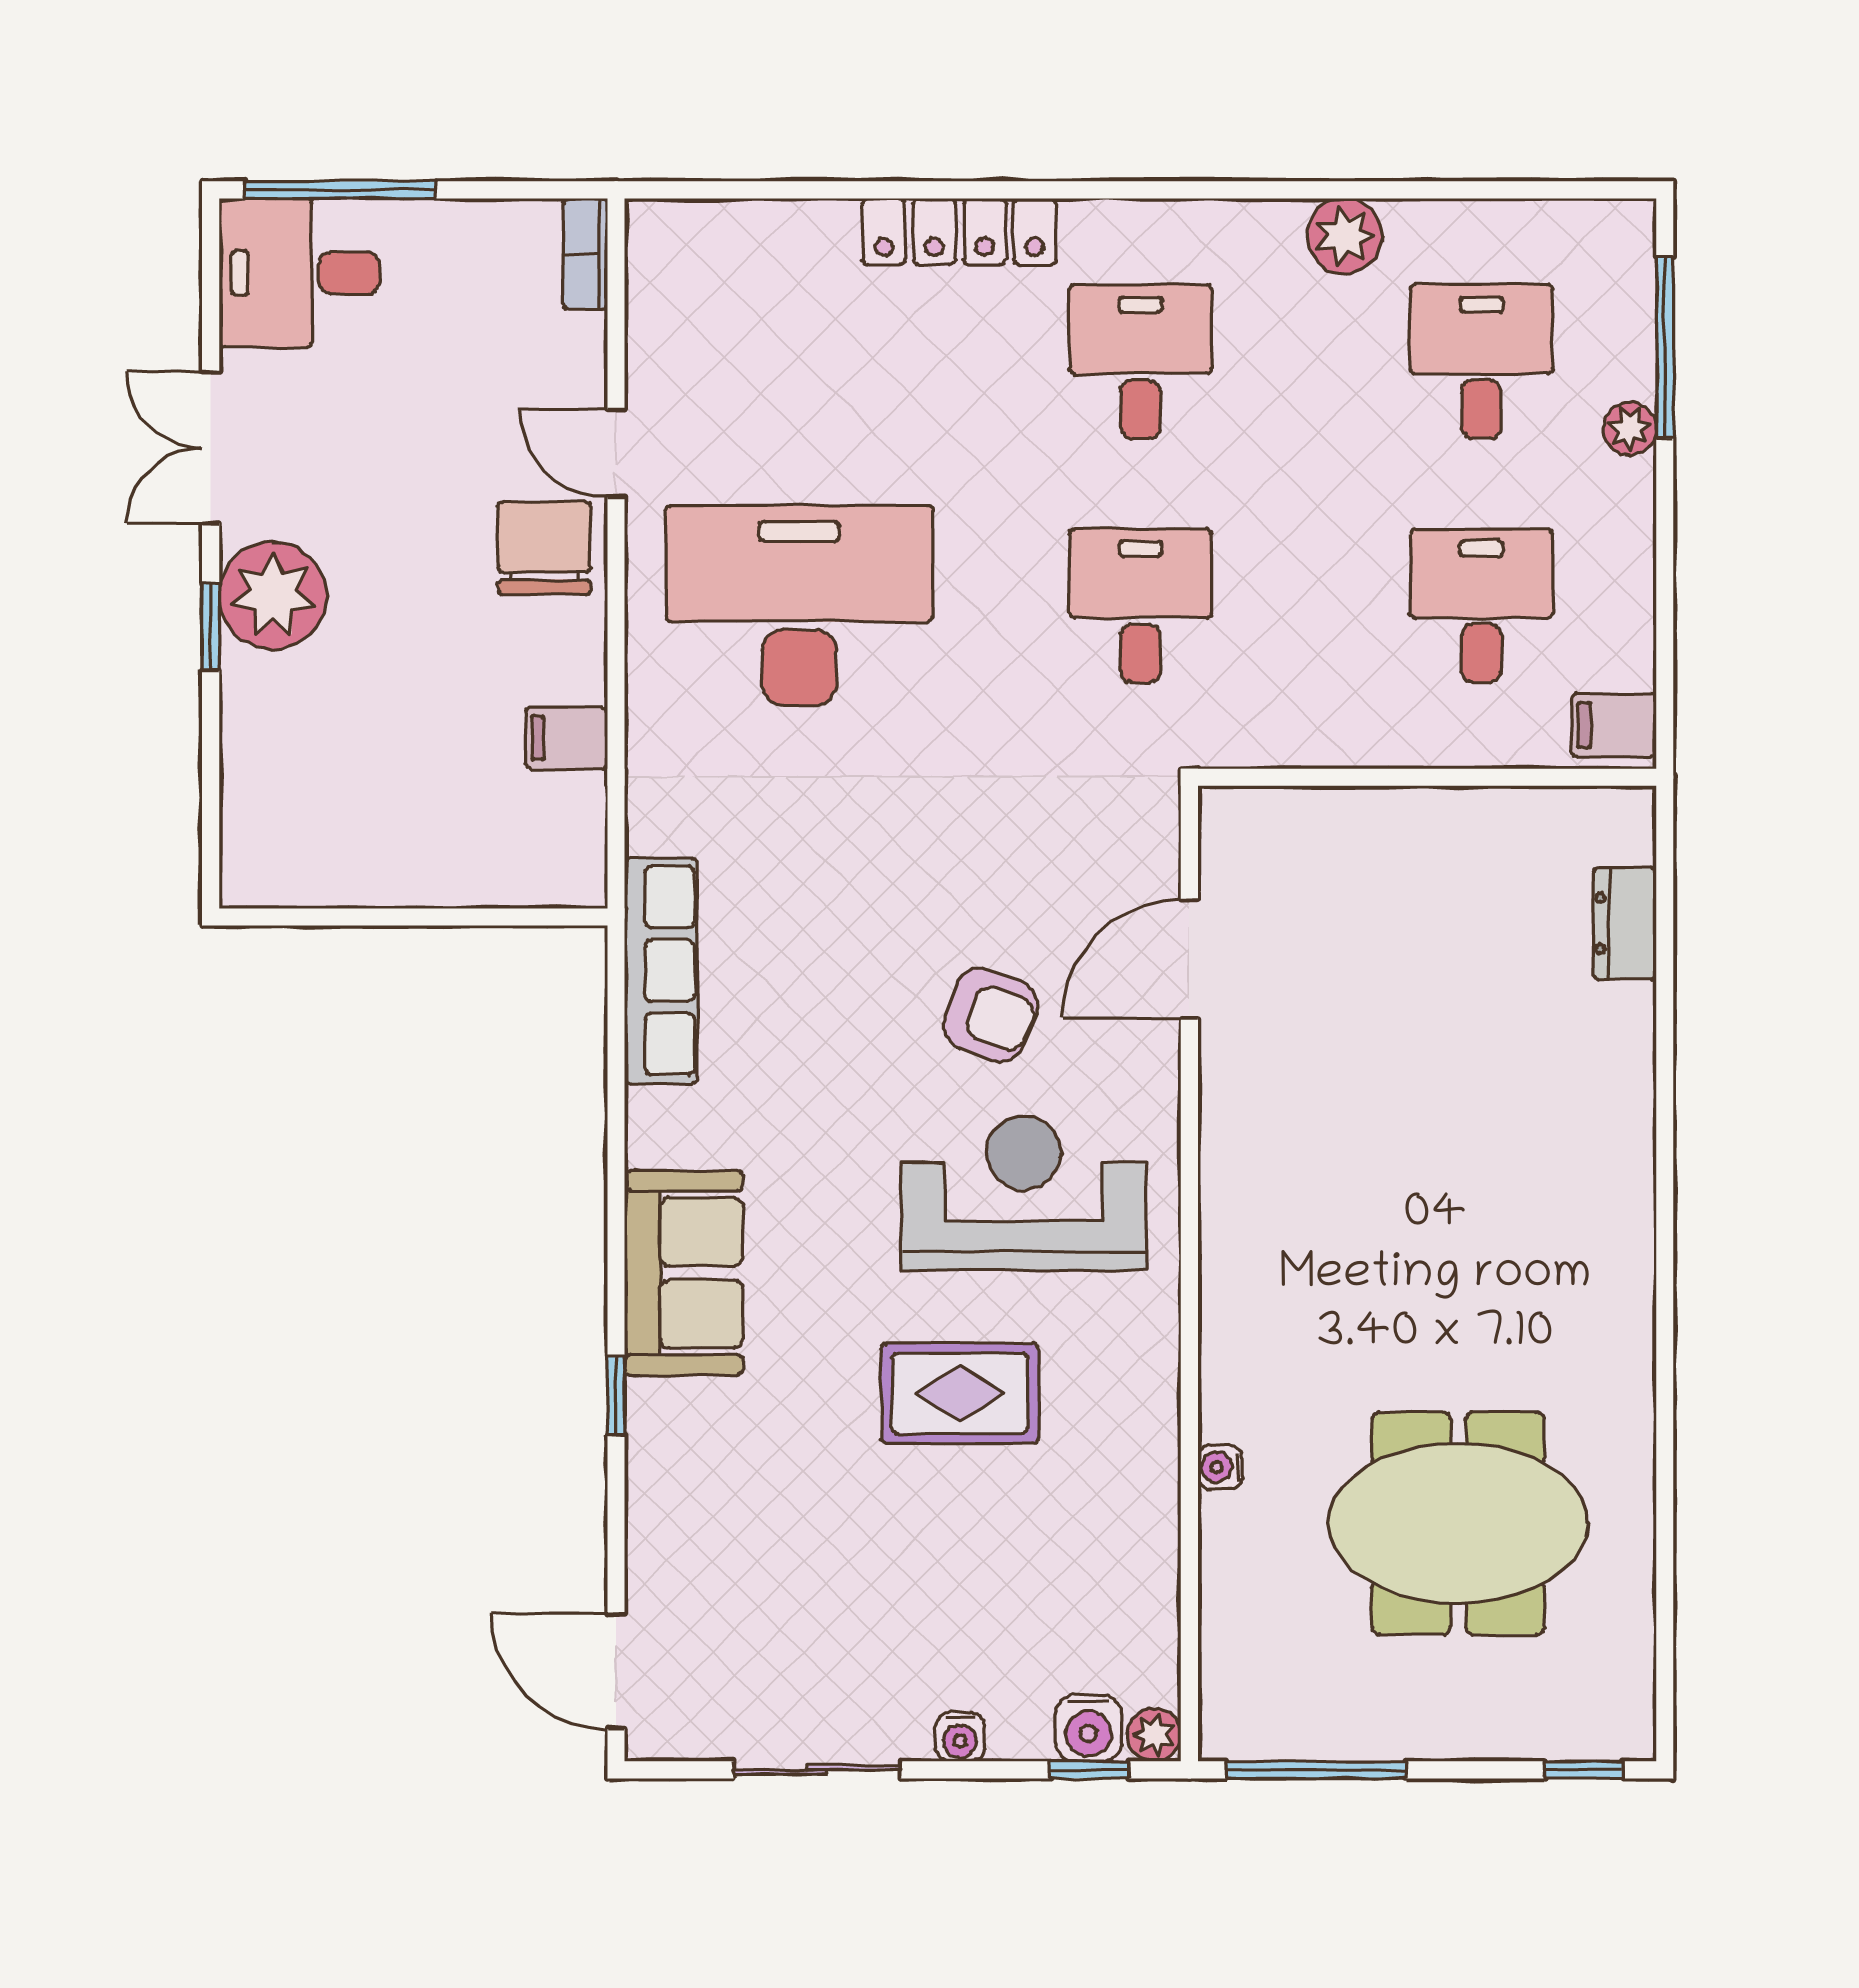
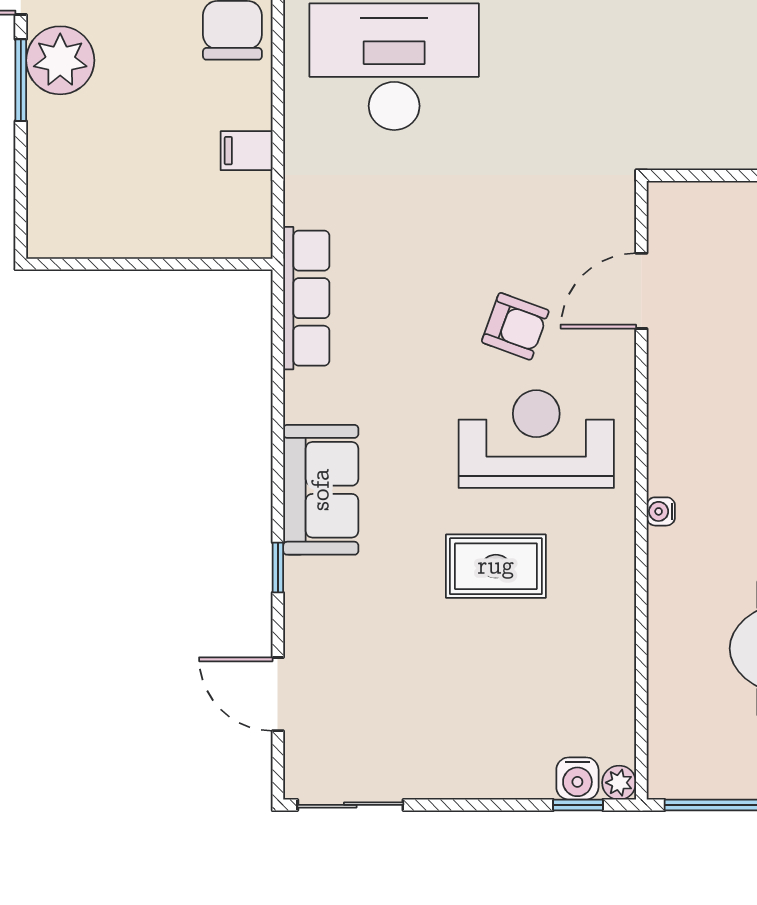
desk: (1140, 606) -> (610, 67), removed
window: (211, 627) -> (21, 80), width x1.50
water cooler: (1220, 1467) -> (661, 511), moved
door: (616, 1671) -> (278, 694), moved
water cooler: (960, 1737) -> (496, 784), removed
sliding door: (817, 1770) -> (350, 805), moved

